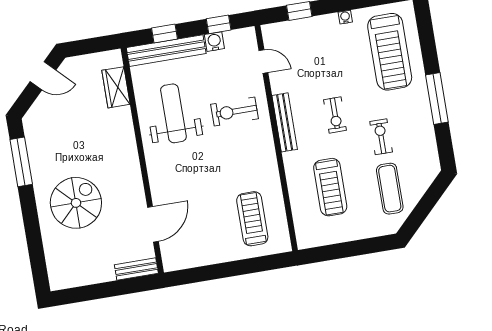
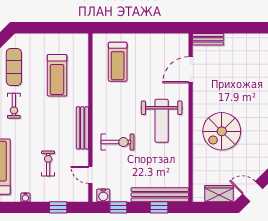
water cooler: (214, 42) -> (103, 195), moved
wardrobe: (116, 87) -> (219, 194), moved, turned -90
weight bench: (173, 113) -> (162, 121), moved
exercise bike: (335, 115) -> (48, 163), moved
treadmill: (330, 187) -> (57, 75), turned 180
spiral stairs: (76, 203) -> (222, 131), moved

